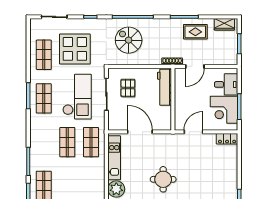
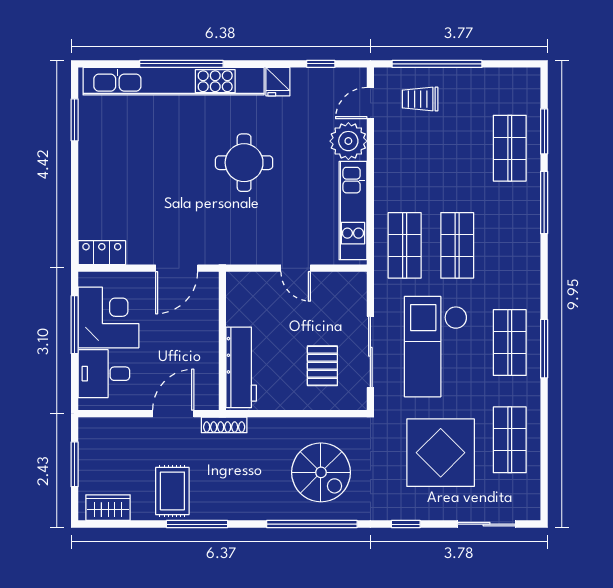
rug: (195, 32) -> (172, 491), turned 90
door: (140, 132) -> (296, 268), width x0.53

